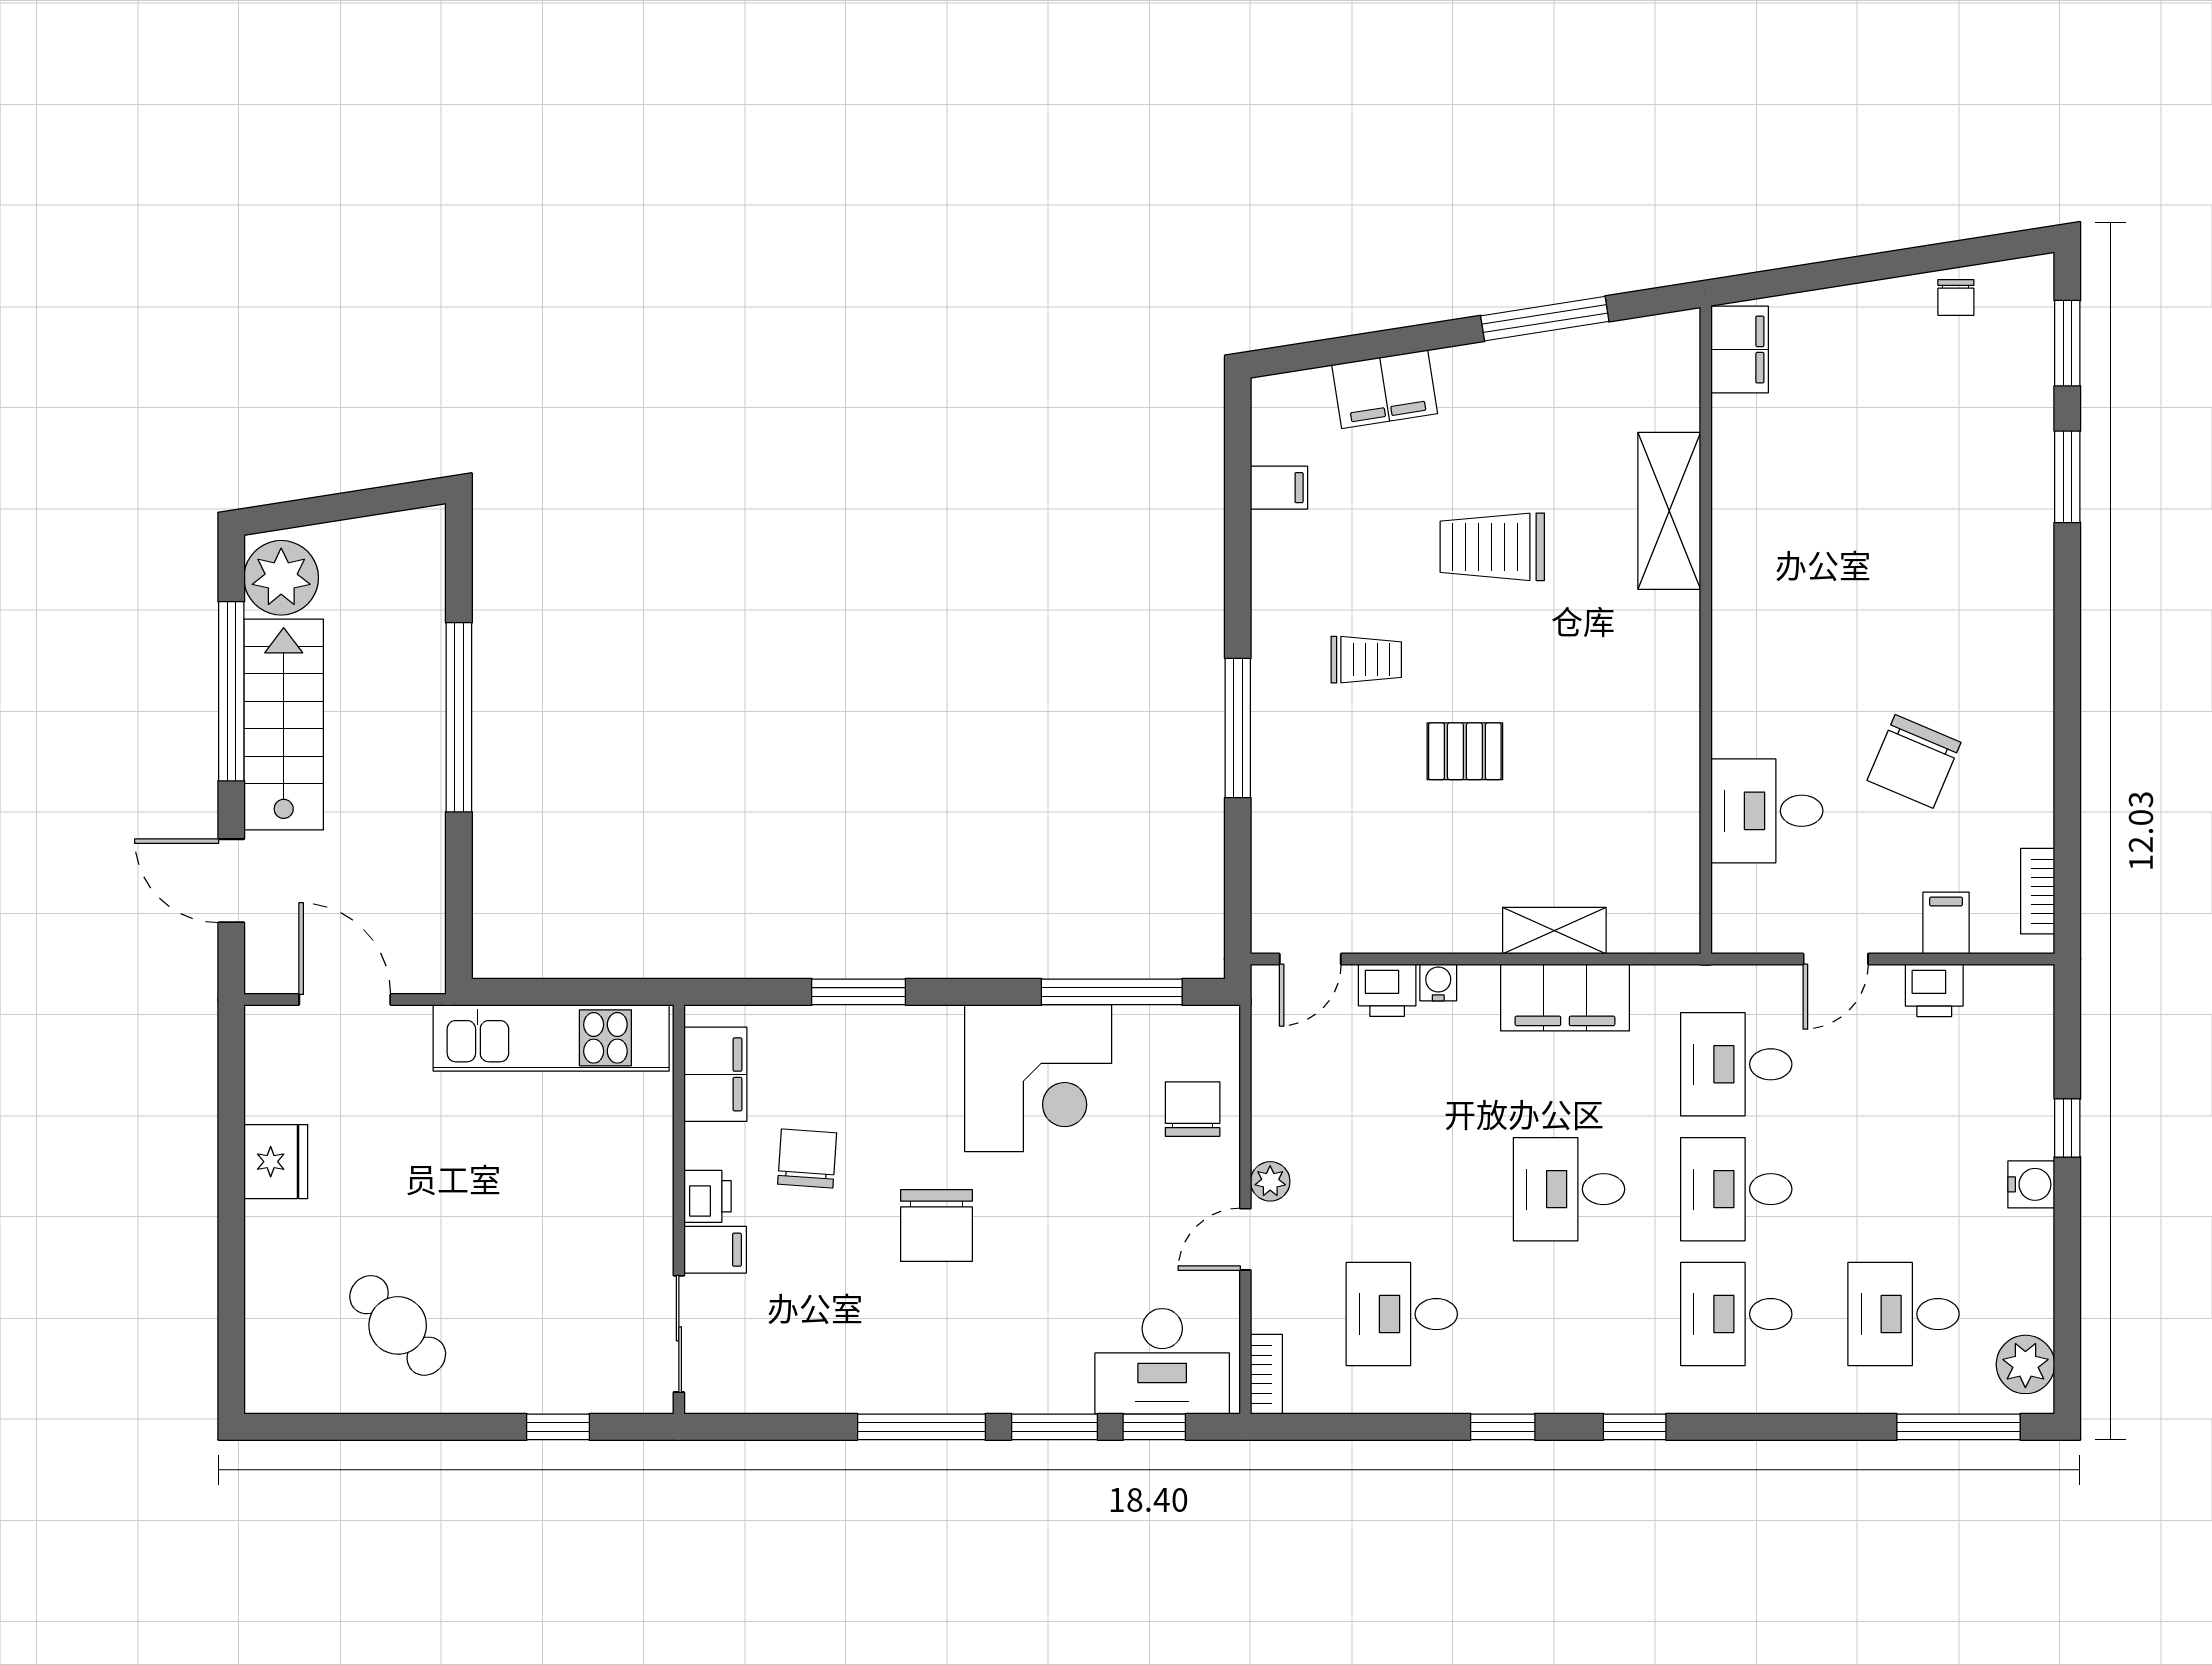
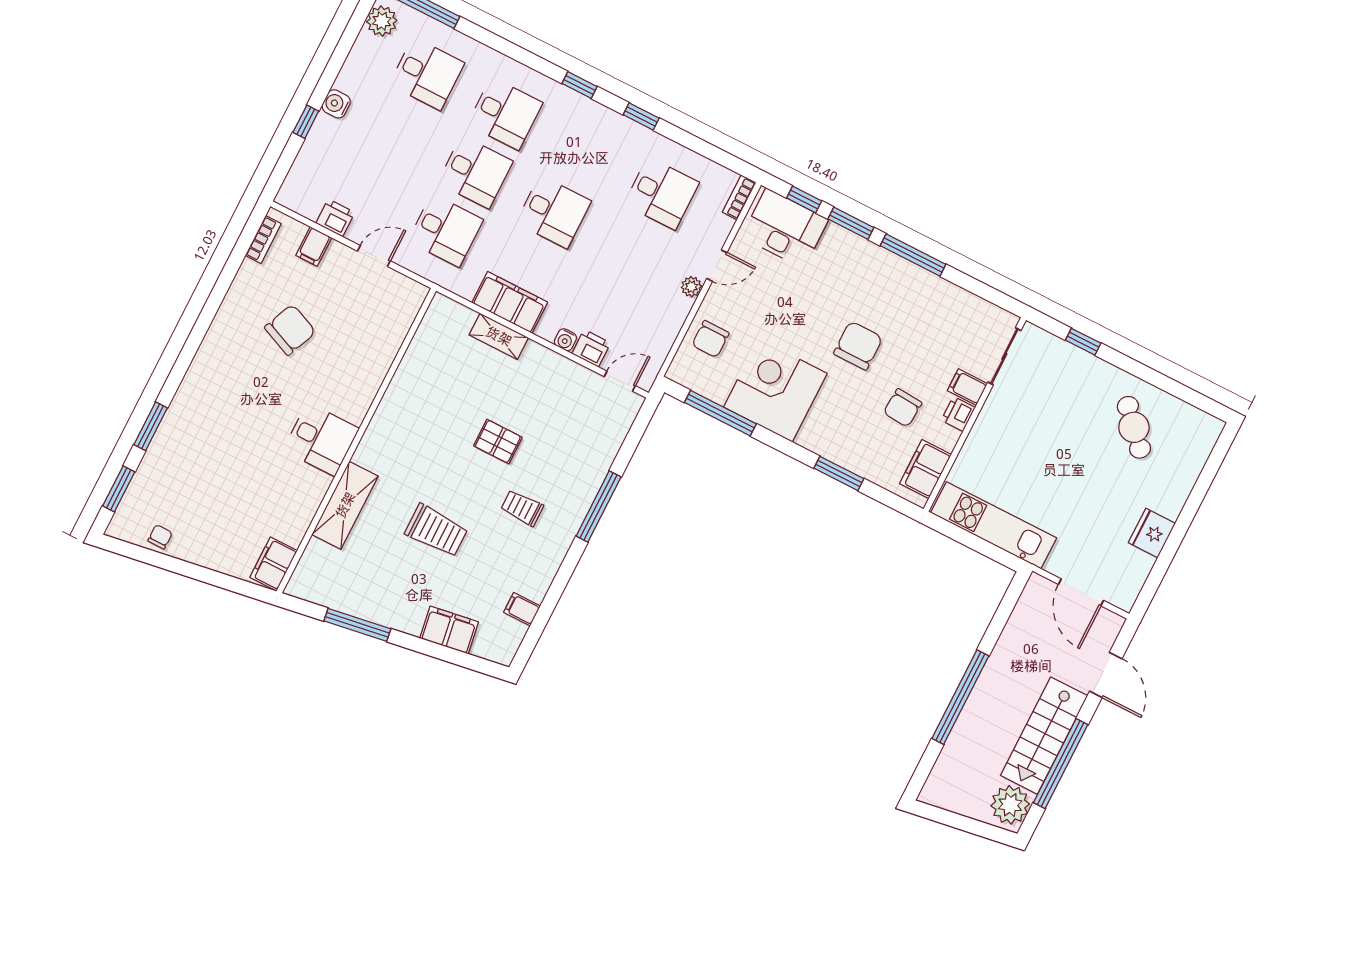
desk: (1767, 811) -> (321, 439), moved

